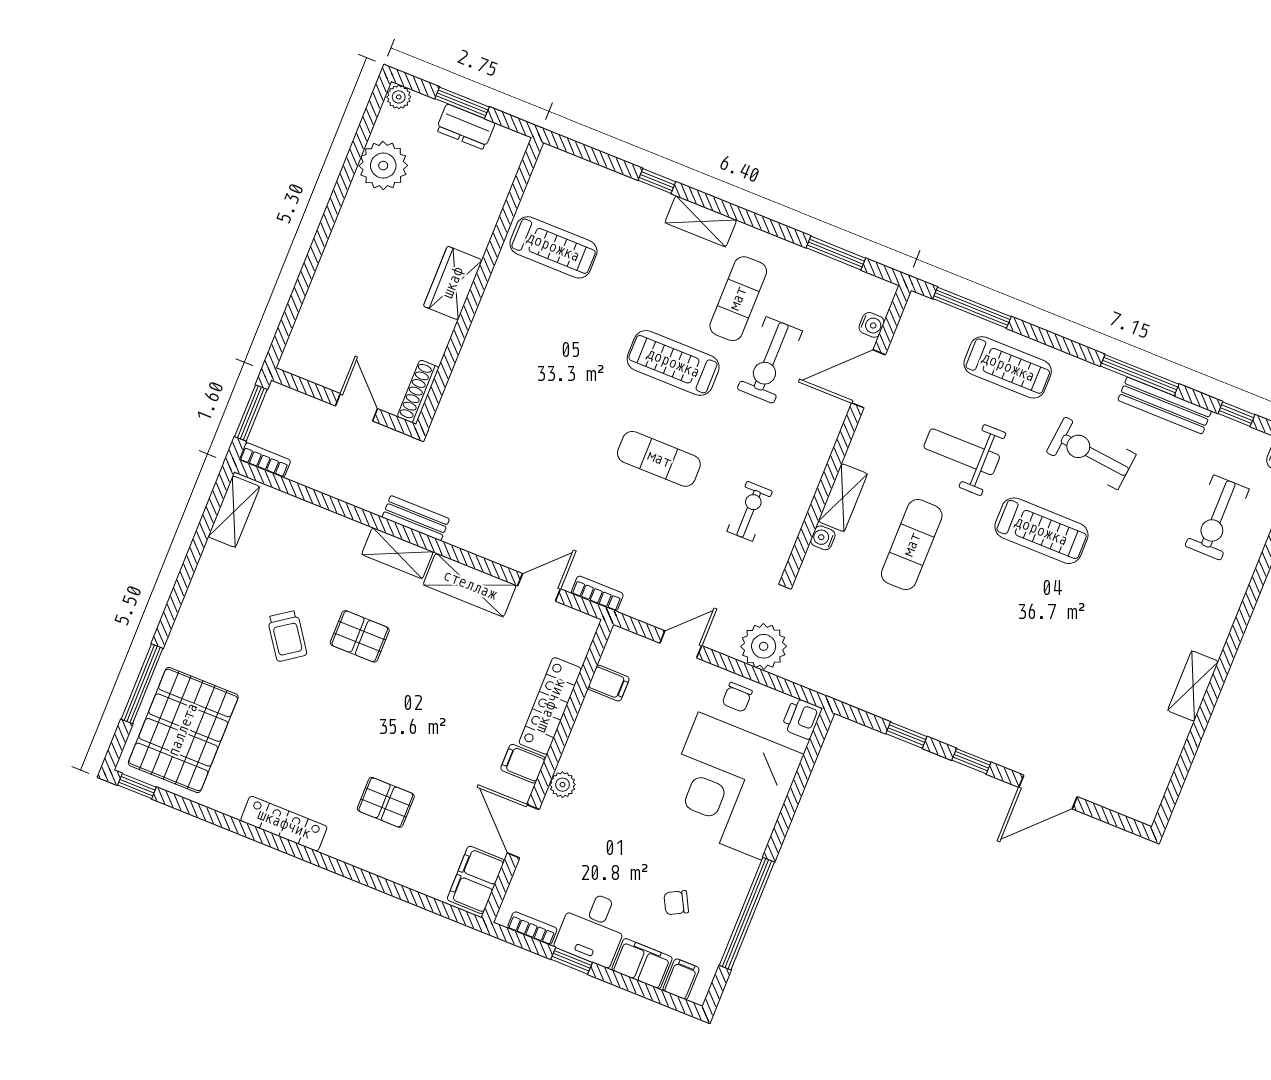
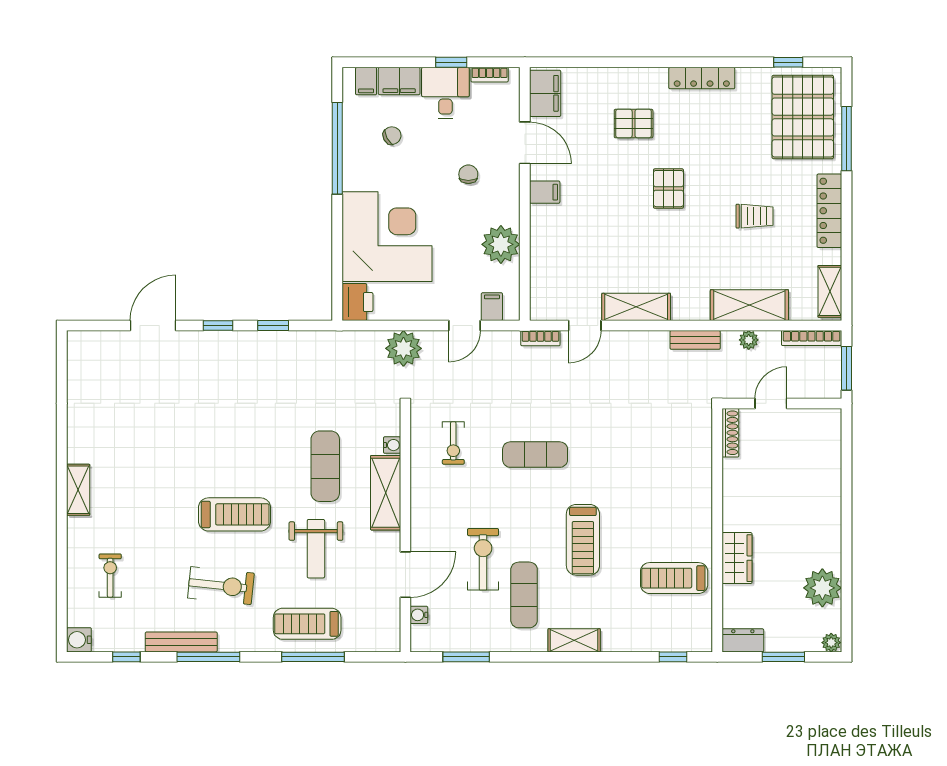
dresser: (466, 127) -> (743, 640), moved
window: (657, 181) -> (673, 657), moved
wardrobe: (453, 283) -> (737, 558), moved
window: (972, 308) -> (313, 657), moved
treadmill: (673, 363) -> (583, 540), moved, turned 90
door: (357, 407) -> (771, 403), swing flipped
weight bench: (962, 452) -> (316, 549), turned 90
bookcase: (265, 460) -> (812, 338), width x1.56
plant: (353, 493) -> (749, 340), added
shelving: (843, 498) -> (386, 493), width x1.50, depth x1.33
exercise bike: (1217, 518) -> (110, 576), width x0.73, depth x0.72
treadmill: (1041, 531) -> (235, 514), turned 180
shelving: (397, 553) -> (749, 305), moved, width x1.50, depth x1.33
trolley: (287, 636) -> (755, 216), turned 125
pallet: (360, 636) -> (668, 189), moved, turned 90
filing cabinet: (609, 683) -> (492, 307), moved, turned 90
shelving: (1193, 686) -> (78, 490), moved
chair: (737, 697) -> (468, 174), moved
locker: (550, 706) -> (829, 211), moved, turned 180
printer: (802, 718) -> (357, 302), width x1.36, depth x1.24
plant: (563, 785) -> (501, 244), moved, width x1.88, depth x1.88
window: (137, 786) -> (788, 62), moved

